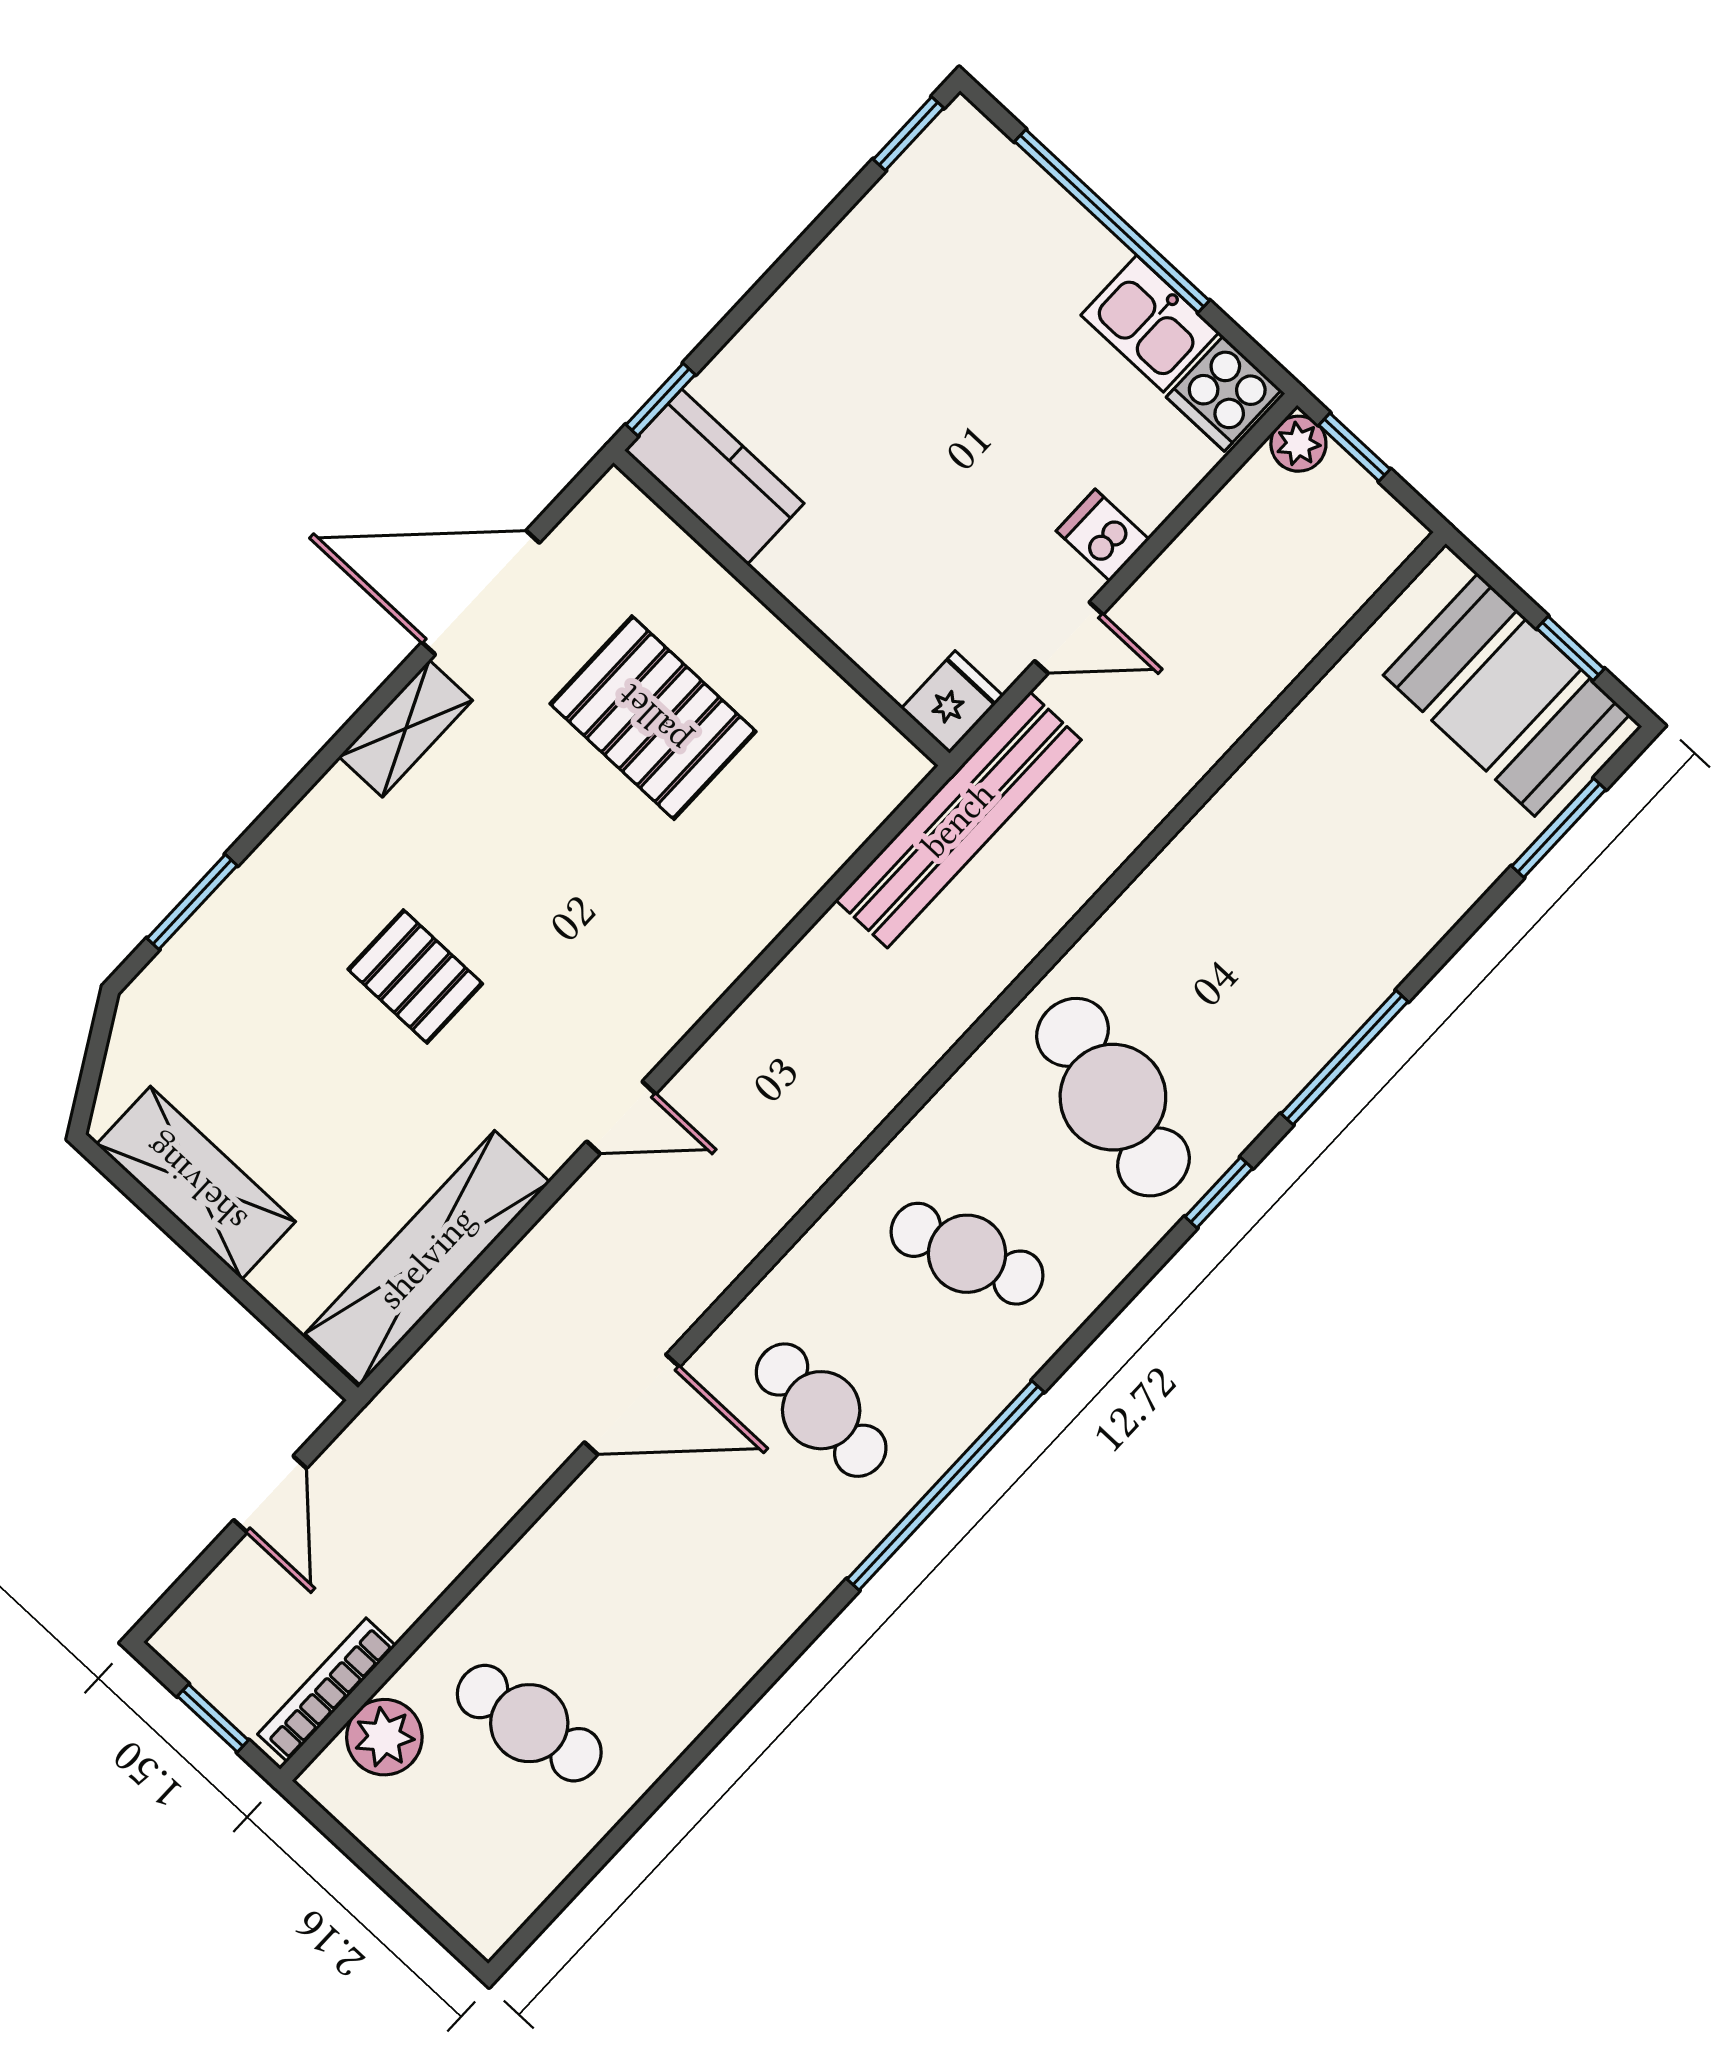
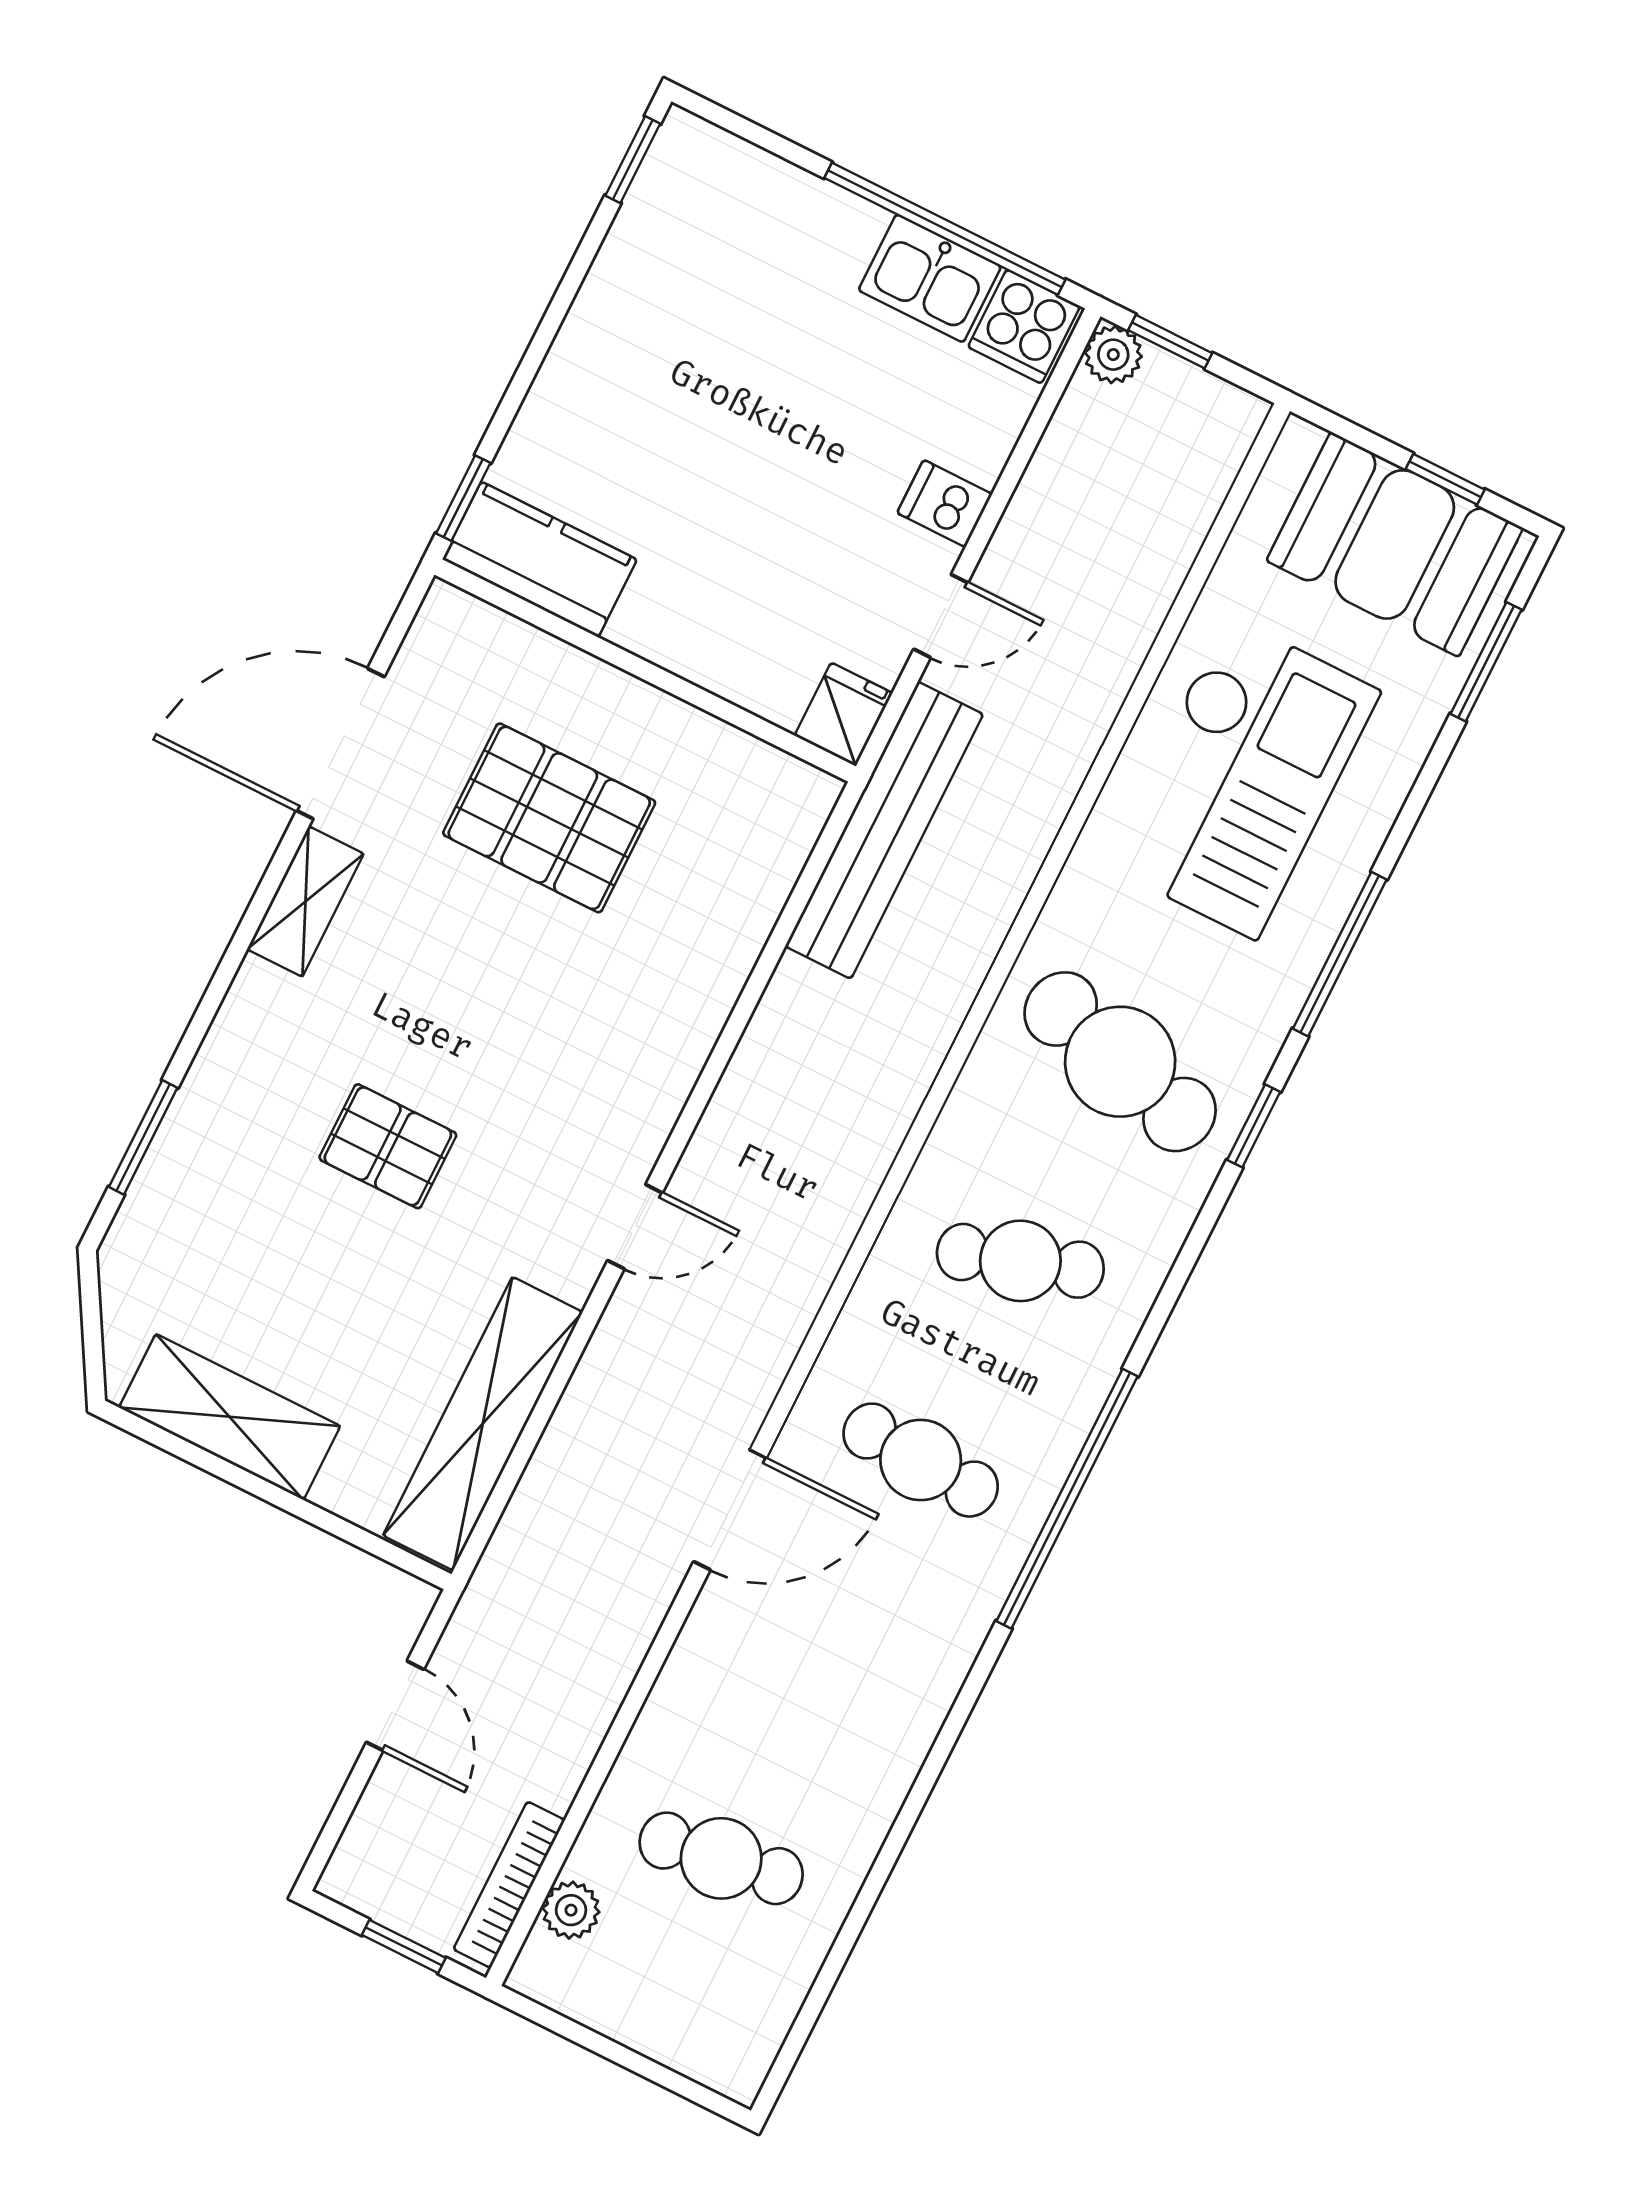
window: (1112, 221) -> (945, 229), moved
checkout: (1302, 868) -> (1241, 777), added
plant: (384, 1737) -> (571, 1910), width x0.73, depth x0.73

